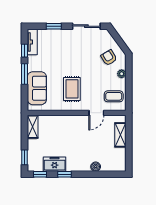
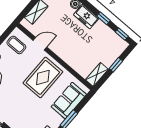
rug: (72, 89) -> (43, 77), width x1.36, depth x1.43
window: (24, 157) -> (116, 65), moved
freezer: (55, 164) -> (86, 17), moved

